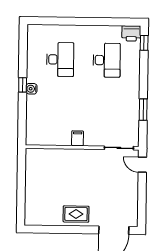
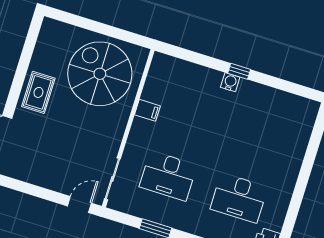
desk: (60, 59) -> (168, 176), moved
filing cabinet: (77, 138) -> (147, 110), moved
spiral stairs: (52, 177) -> (100, 74), added

